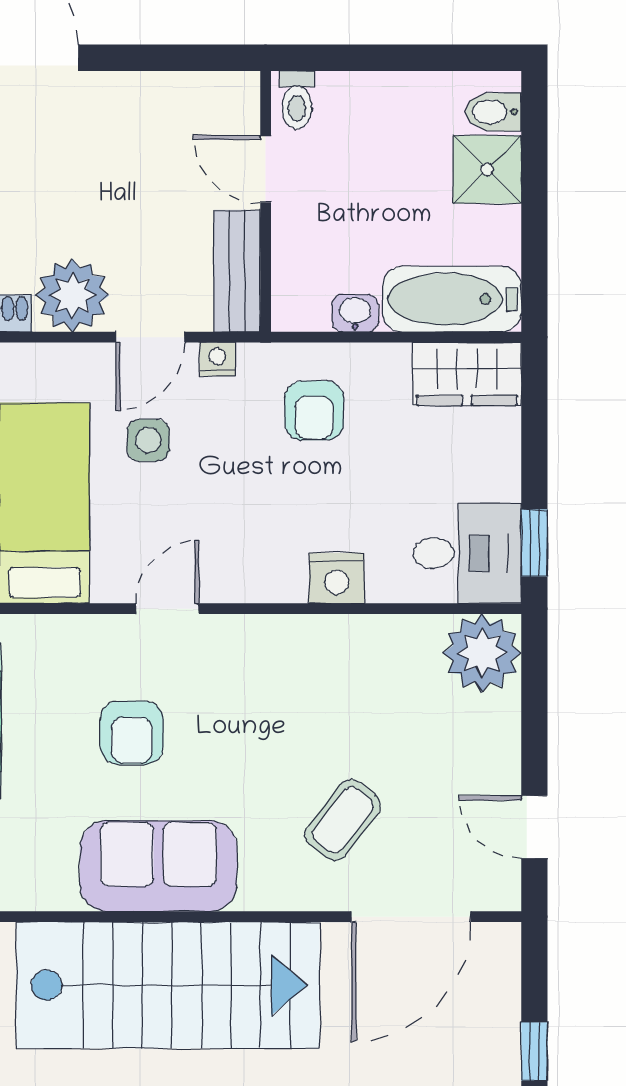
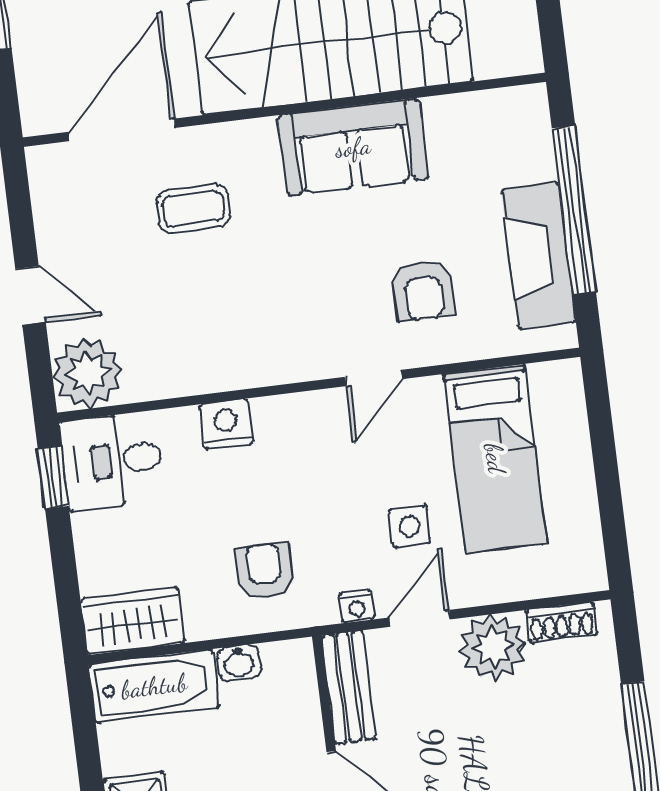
armchair: (132, 733) -> (423, 290), moved, turned 180
coffee table: (343, 820) -> (193, 209), turned 52
door: (534, 827) -> (30, 295), moved

